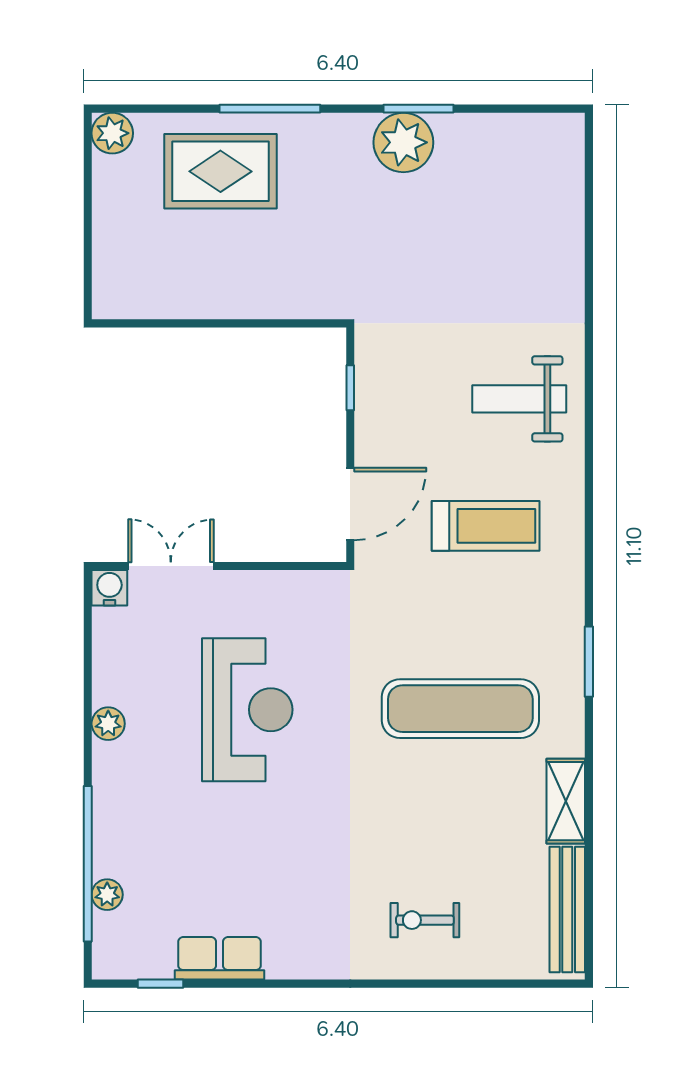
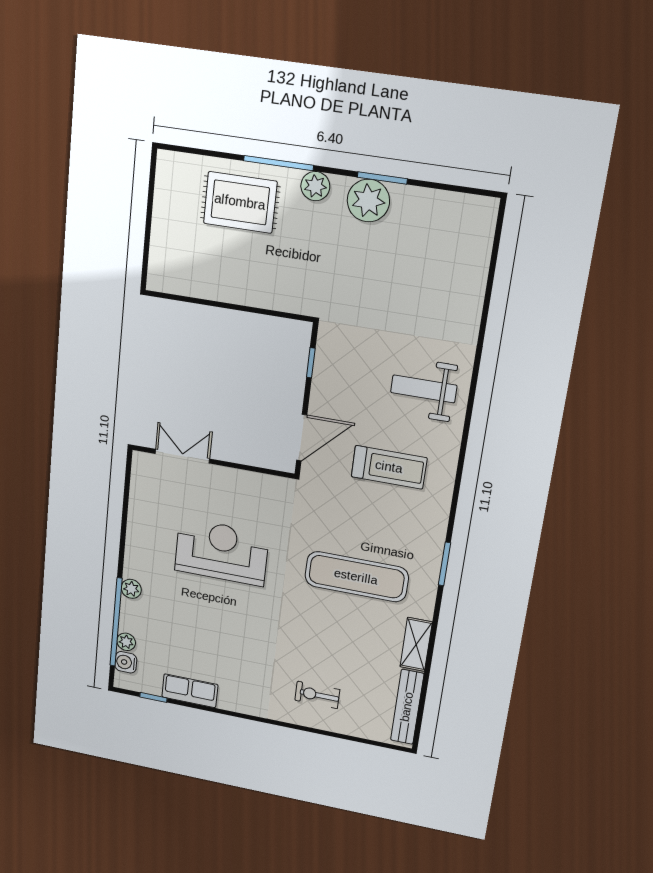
plant: (112, 133) -> (315, 186), moved
water cooler: (109, 588) -> (126, 662), moved, turned -90
reception desk: (247, 710) -> (222, 552), turned -90
plant: (108, 724) -> (131, 589), moved

